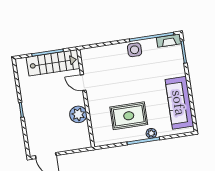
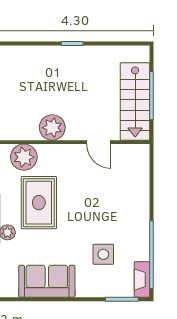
side table: (135, 50) -> (103, 254), moved
door: (83, 83) -> (99, 142), swing flipped
sofa: (179, 103) -> (47, 281), width x0.73
plant: (100, 130) -> (24, 157), added

